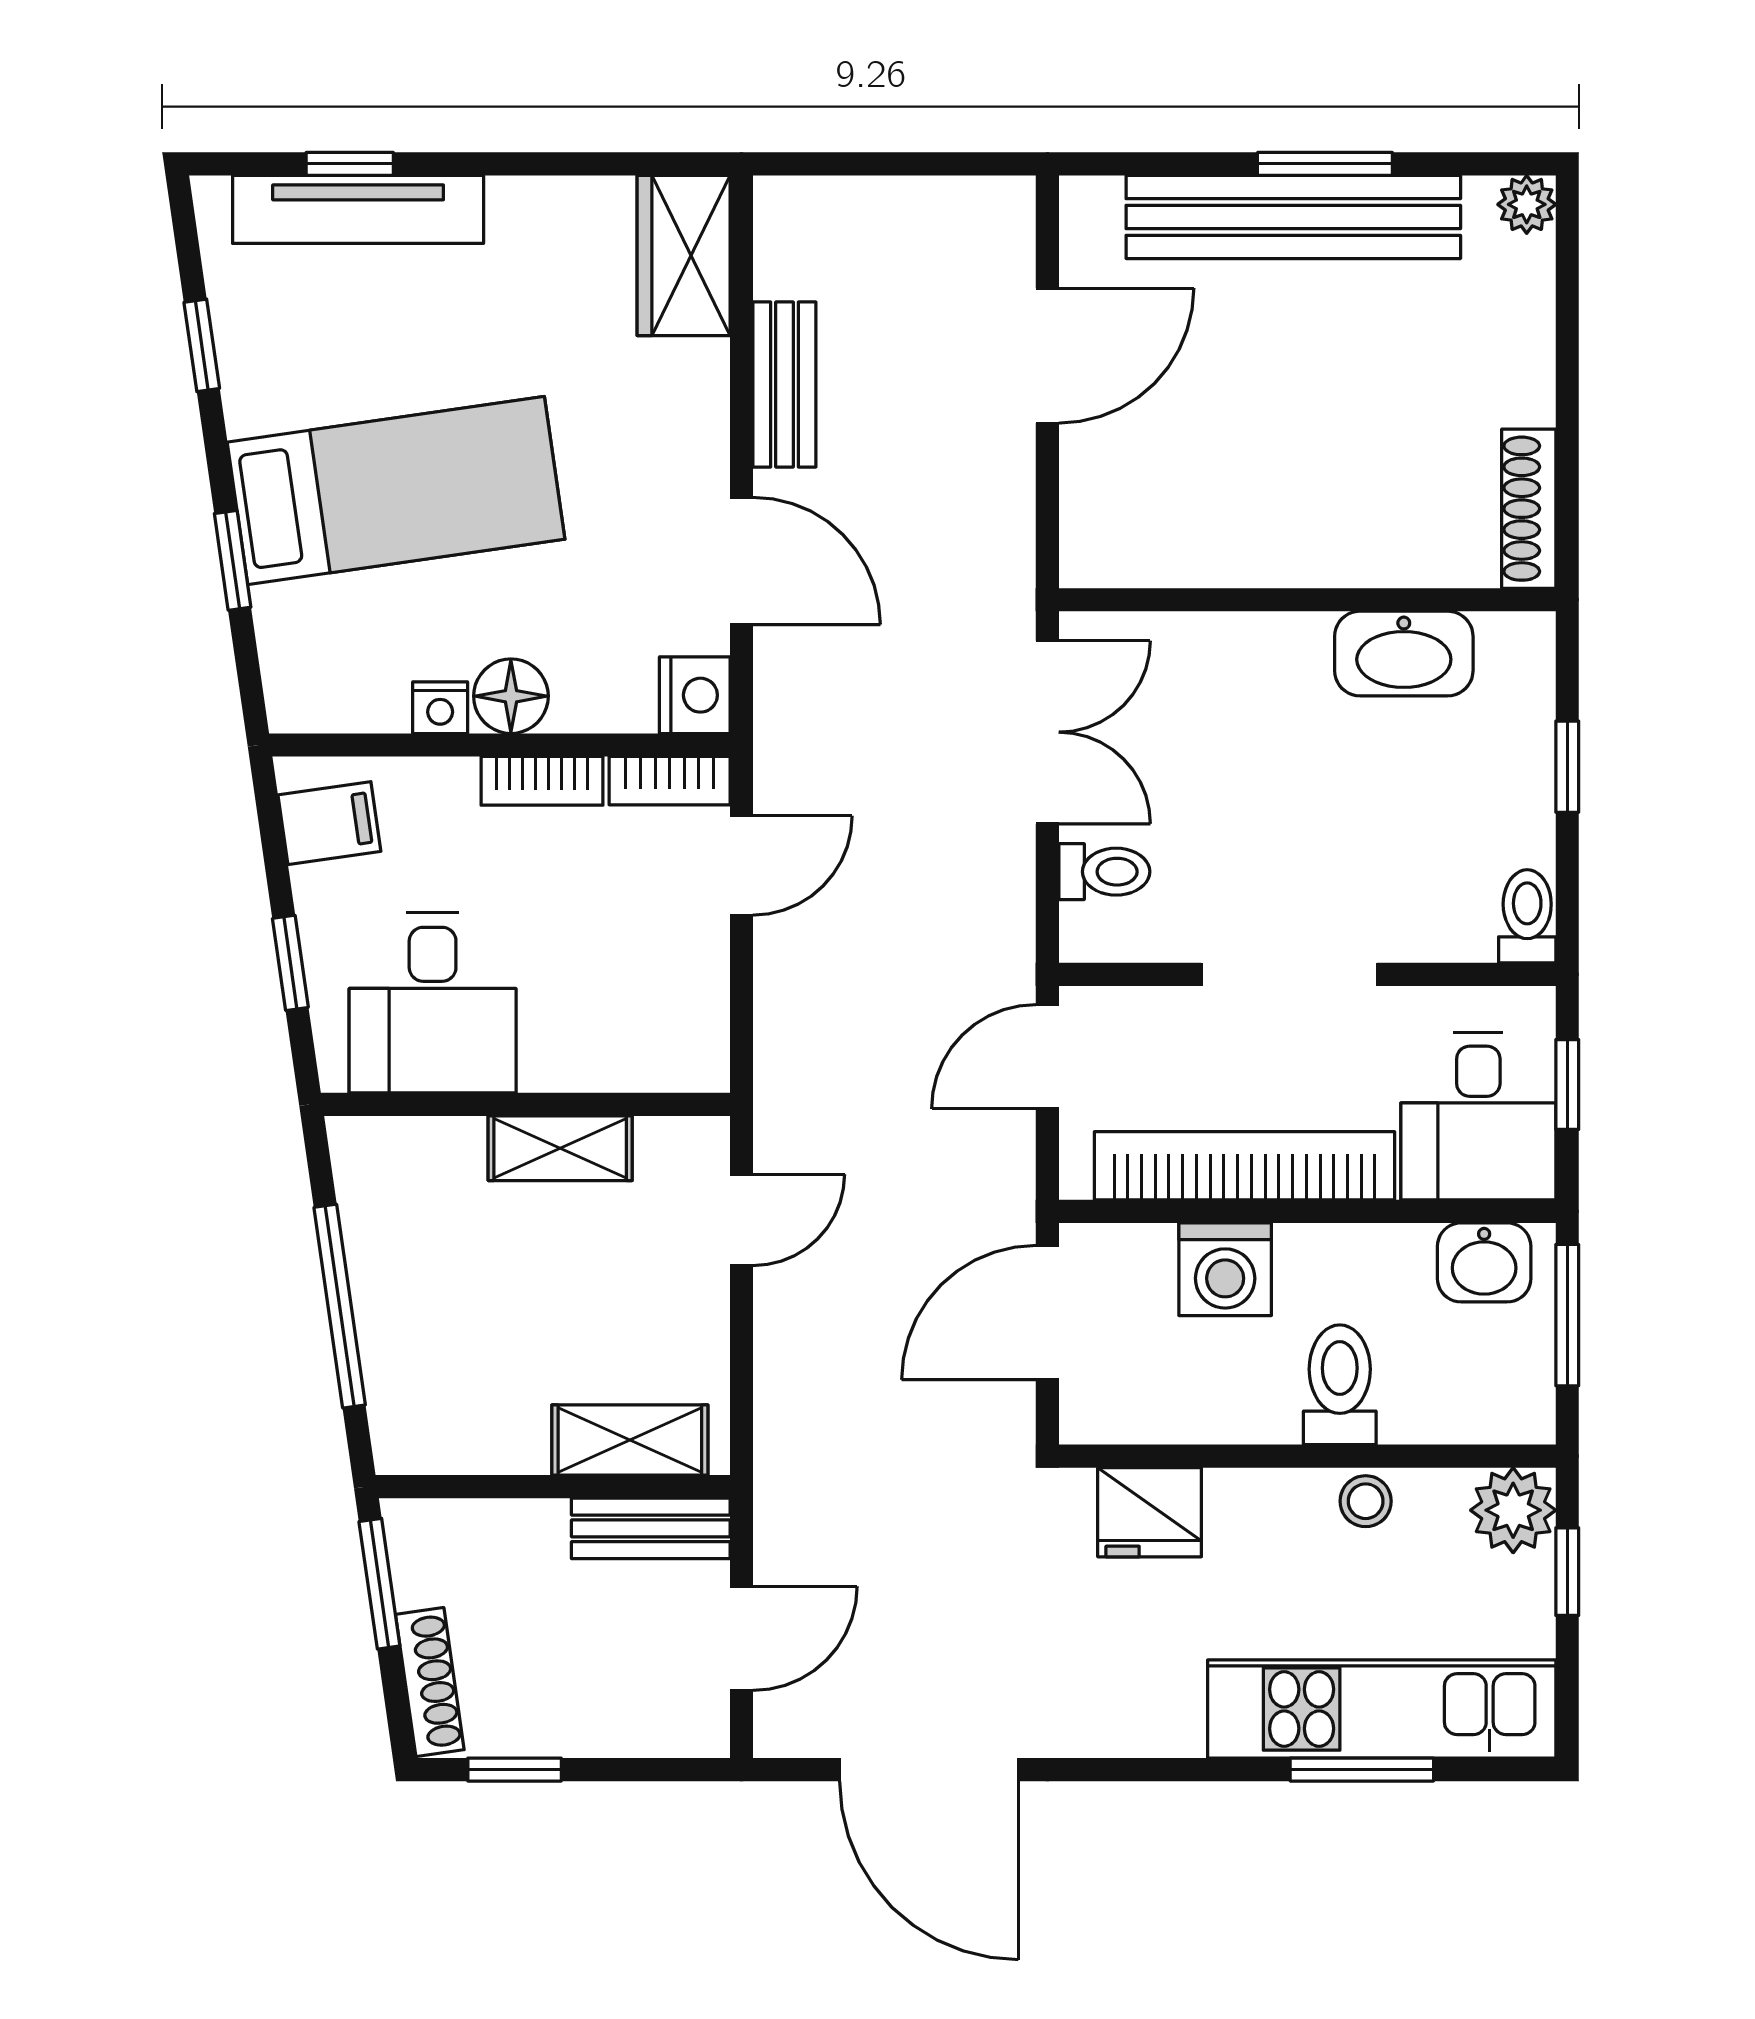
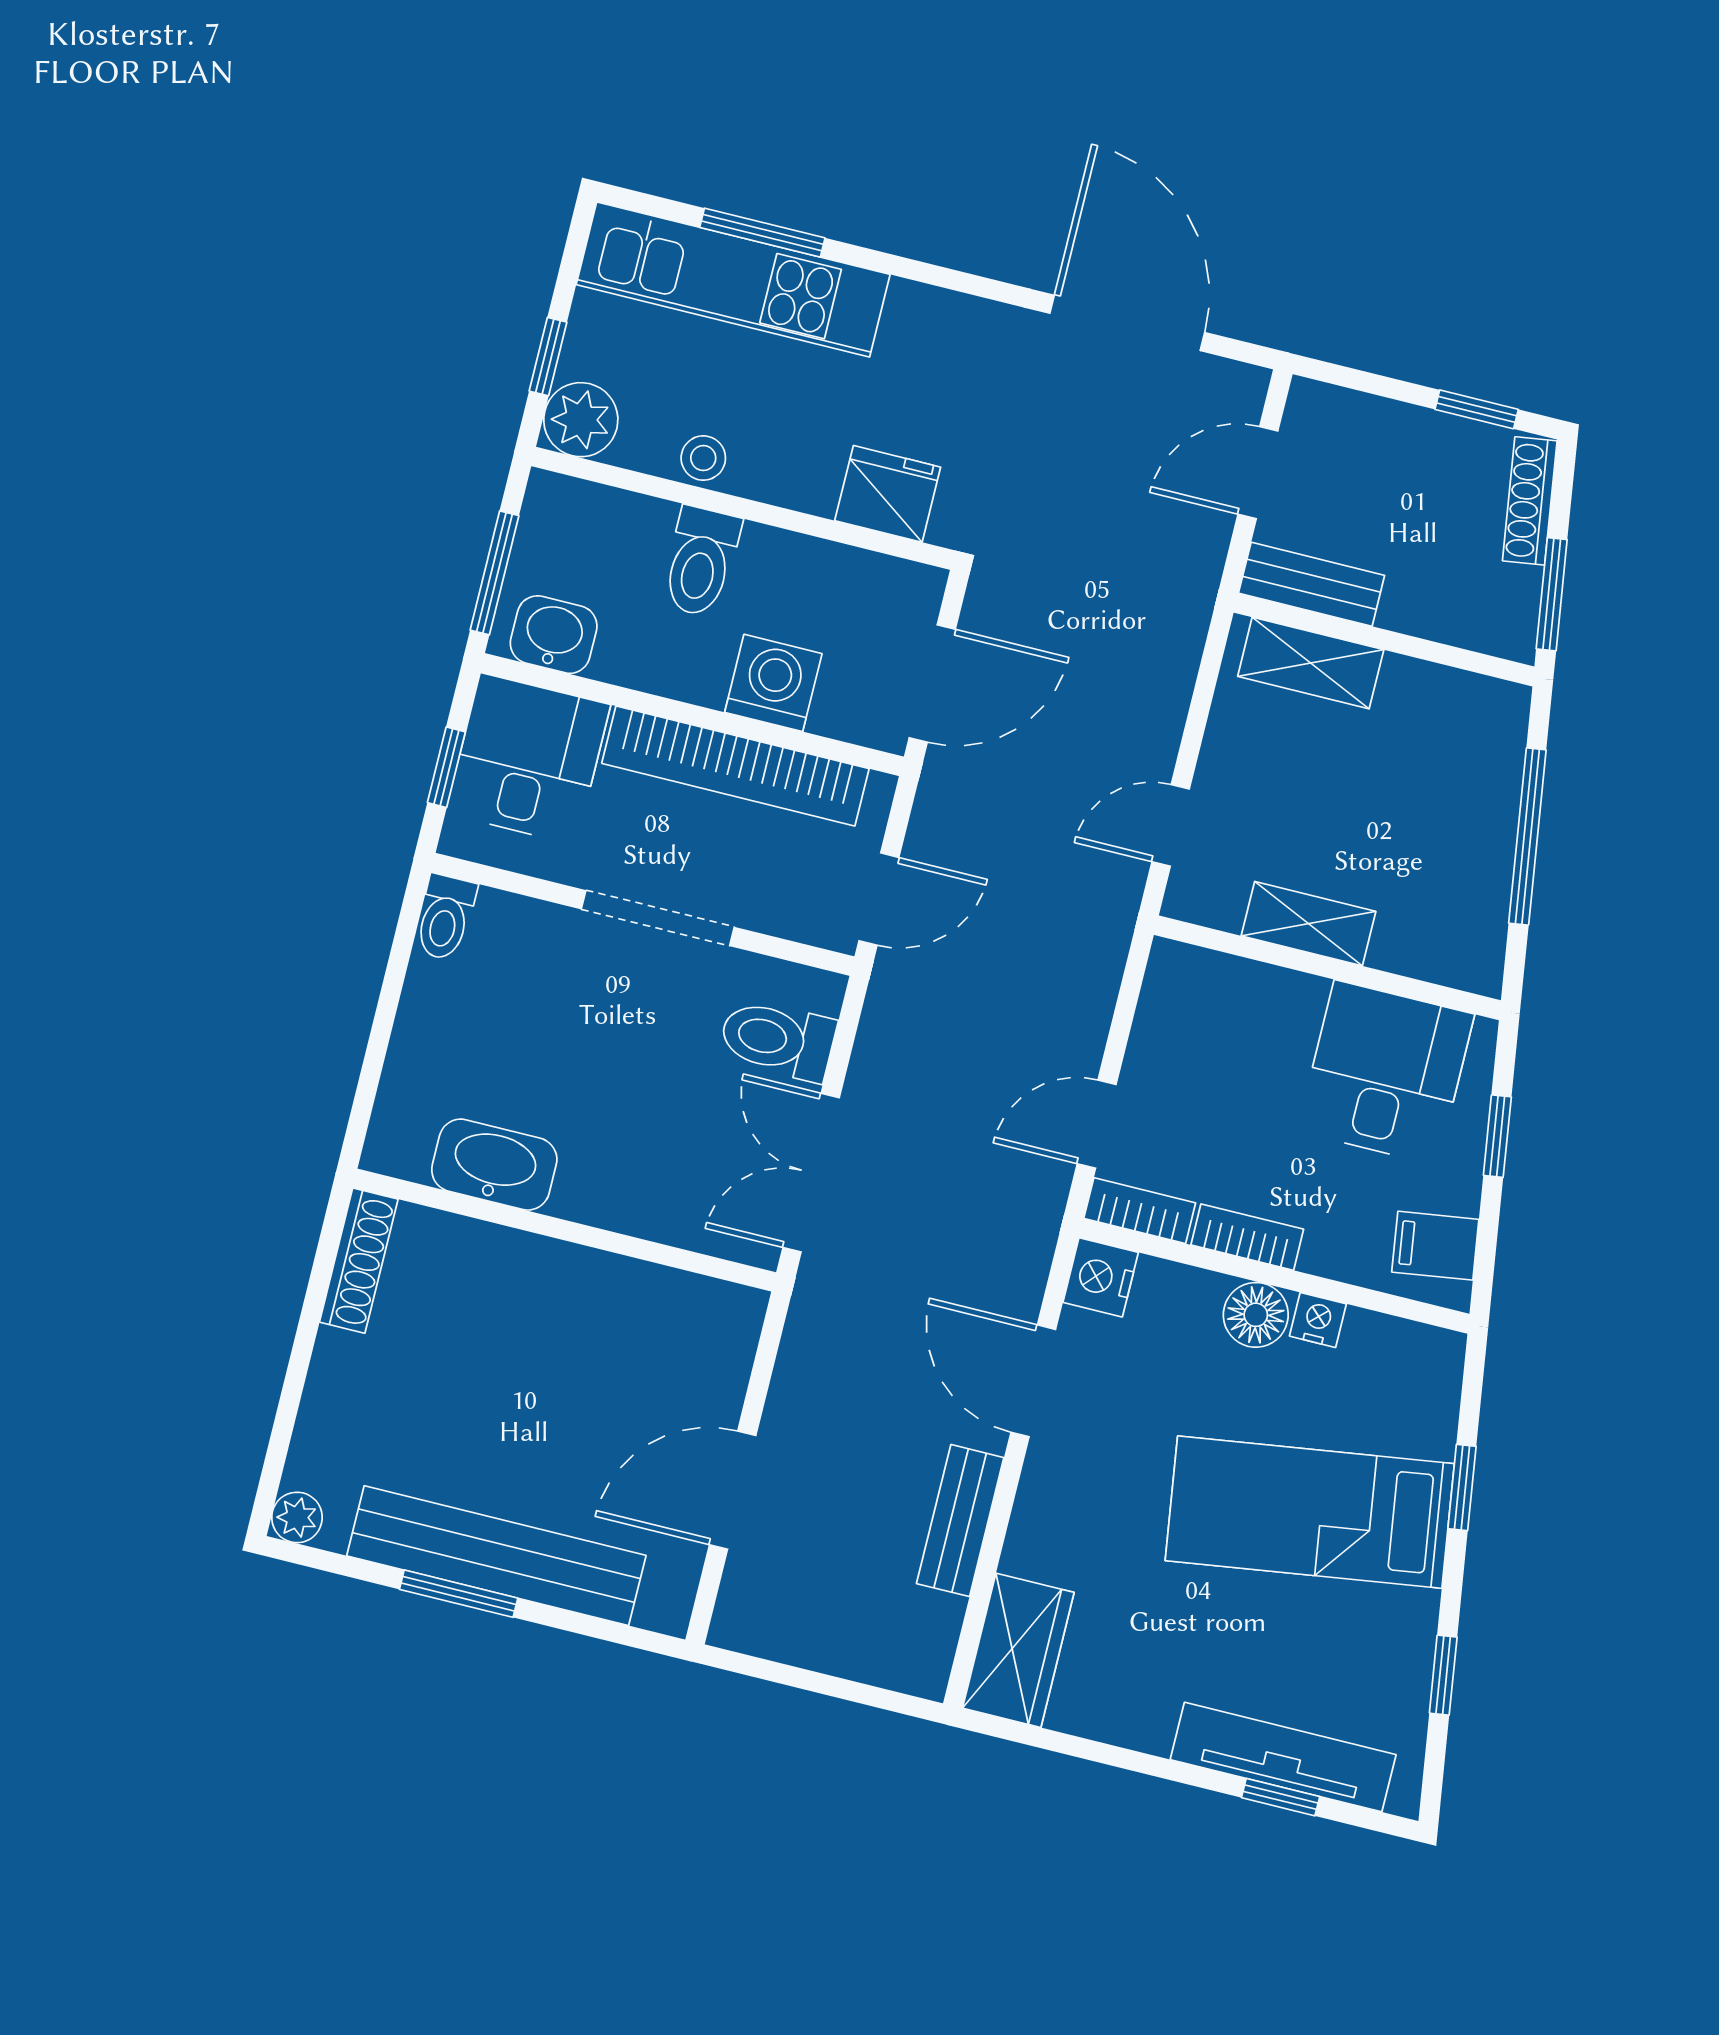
window: (1567, 767) -> (380, 1035), removed
toilet: (1104, 872) -> (777, 1040), width x1.37, depth x1.39

